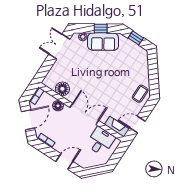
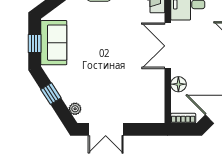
sofa: (103, 42) -> (54, 43), moved, turned 33
floor lamp: (62, 89) -> (154, 92), removed

